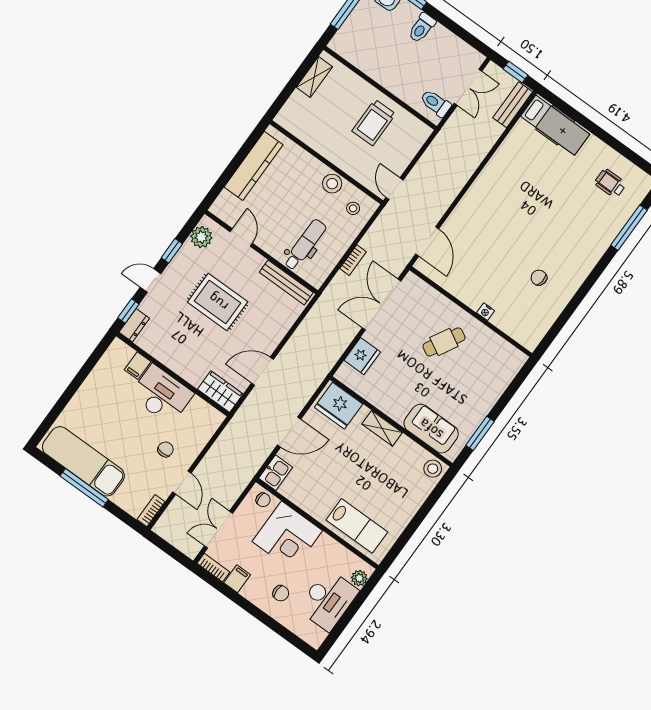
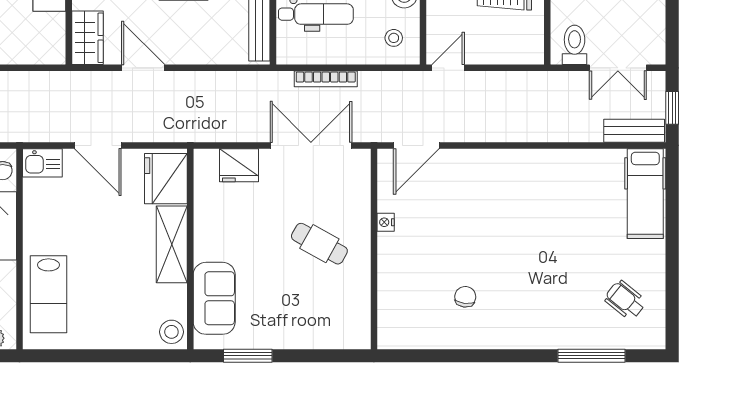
wheelchair: (610, 183) -> (625, 300), turned -51
bookcase: (353, 260) -> (326, 79), width x1.56
nightstand: (486, 312) -> (386, 222), moved
shelving: (382, 428) -> (172, 244), width x1.50, depth x1.33

